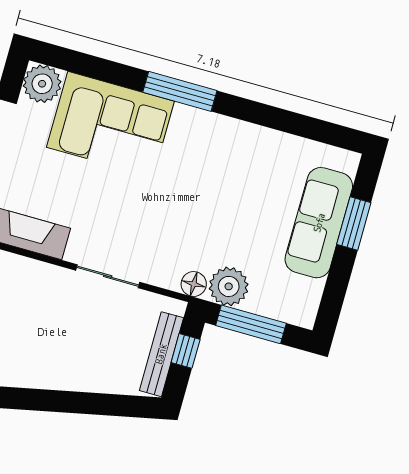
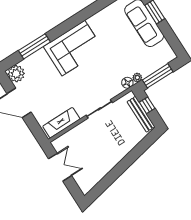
window: (180, 91) -> (34, 46), moved
corner sofa: (110, 124) -> (73, 48), moved
plant: (229, 286) -> (137, 78), width x0.53, depth x0.53

